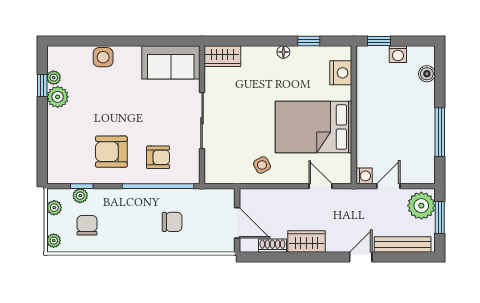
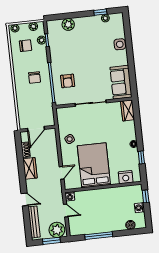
plant: (58, 97) -> (68, 24), moved
armchair: (111, 152) -> (68, 55), removed
chair: (172, 222) -> (34, 77), moved

